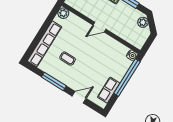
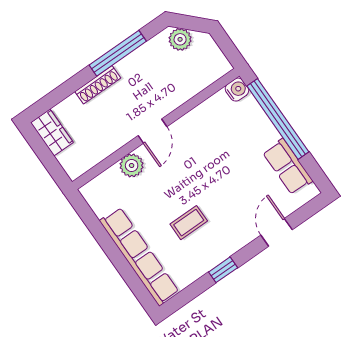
plant: (63, 13) -> (132, 165), moved
window: (54, 81) -> (223, 270), width x0.46

